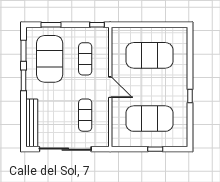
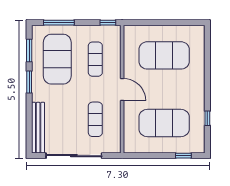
window: (51, 25) -> (59, 23), width x1.44
window: (190, 96) -> (207, 118), moved
window: (155, 149) -> (183, 156), moved

